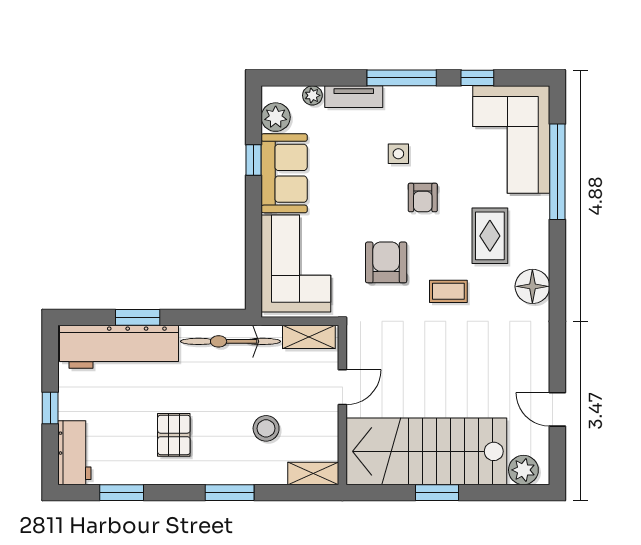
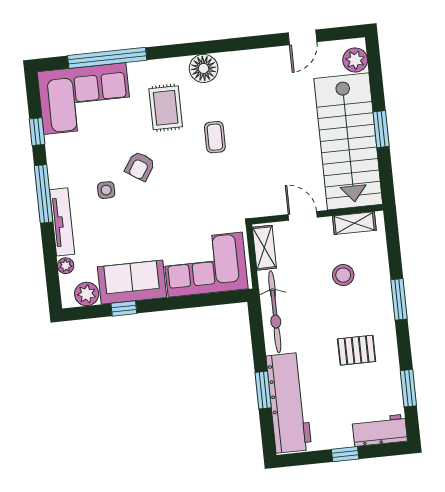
tv unit: (354, 97) -> (62, 222), width x1.41
armchair: (423, 197) -> (140, 166), turned 123
rug: (490, 236) -> (166, 108), turned 90
armchair: (386, 262) -> (196, 191), removed
shelving: (313, 473) -> (354, 223), moved, turned 90

